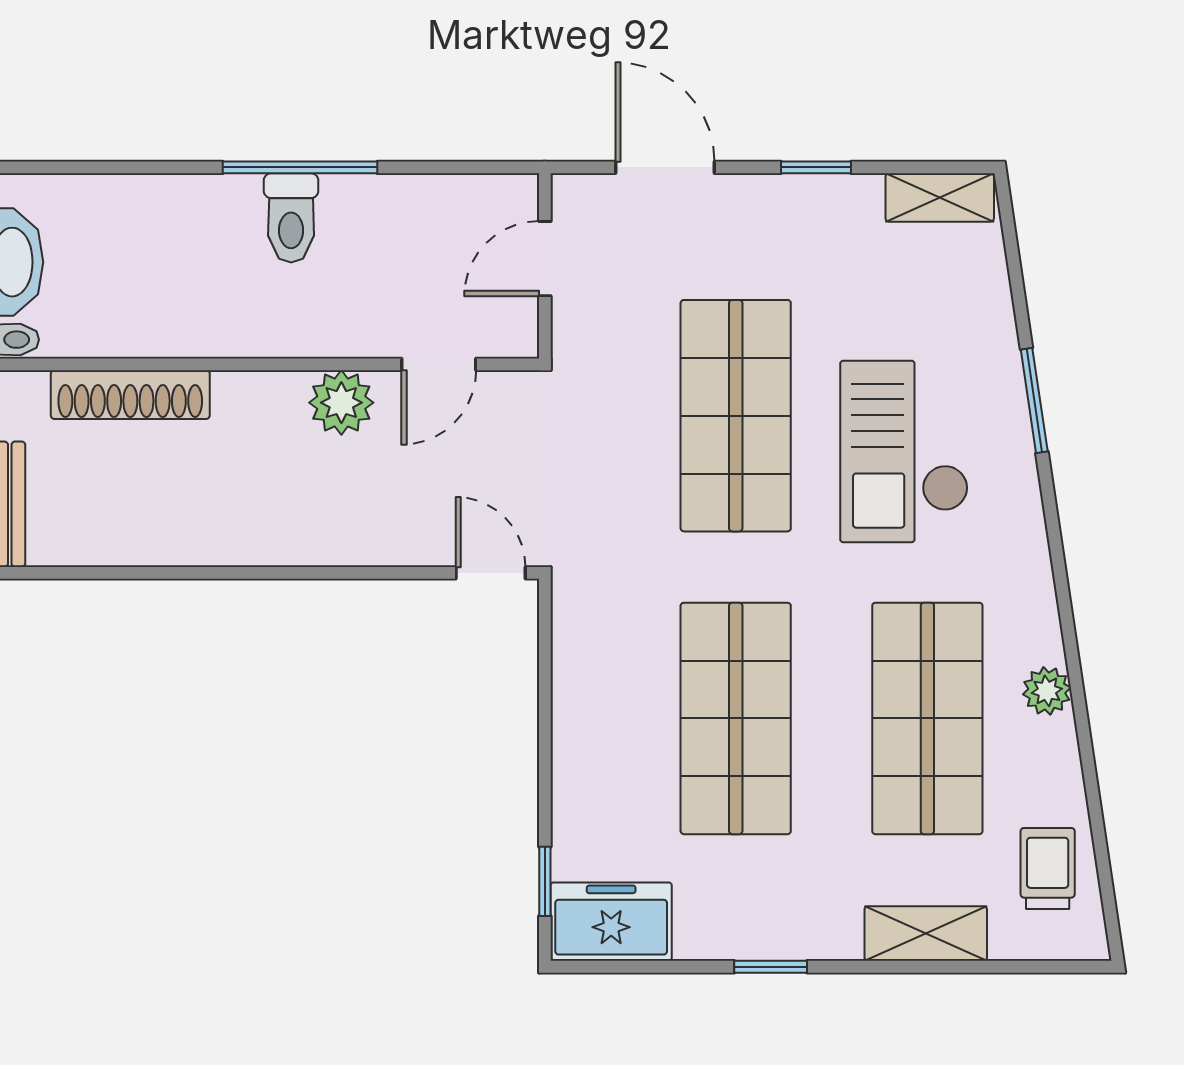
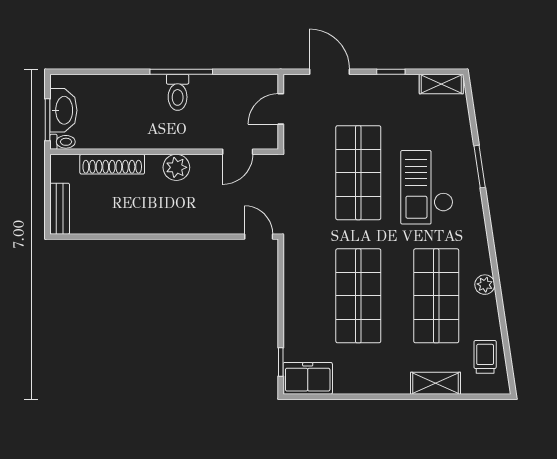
plant: (341, 403) -> (176, 167), moved
window: (771, 967) -> (372, 397), removed

